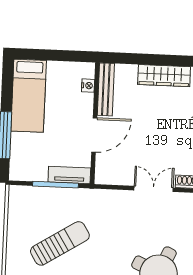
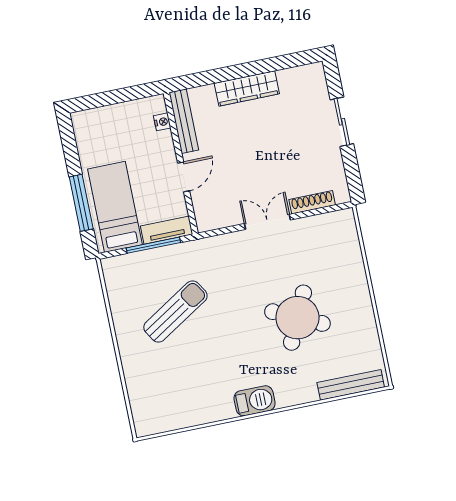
bed: (29, 96) -> (115, 207), moved, turned 180
door: (94, 135) -> (184, 177), width x0.73

